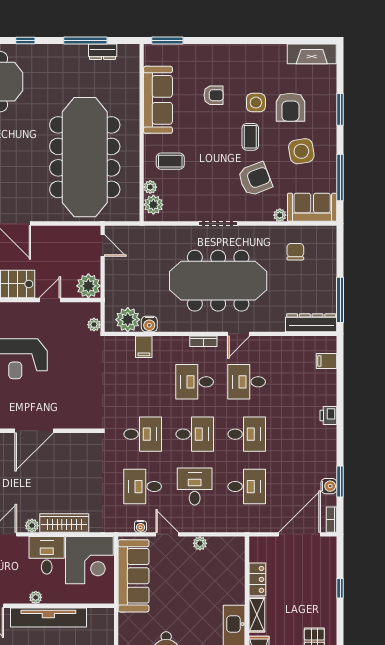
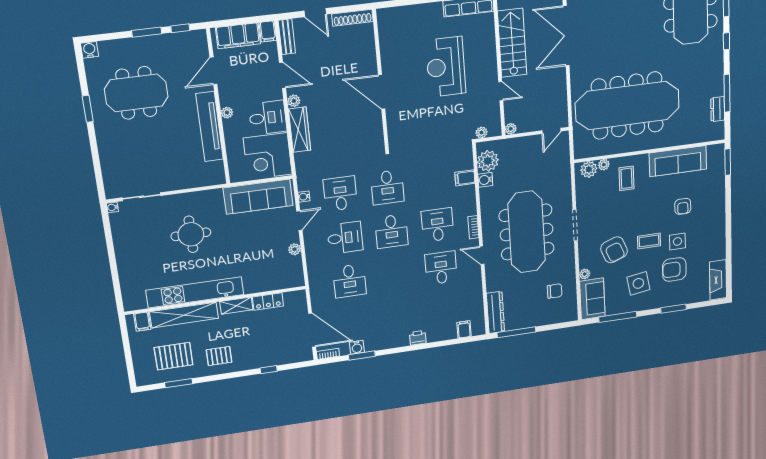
plant: (88, 286) -> (511, 129), width x0.53, depth x0.53
desk: (247, 434) -> (395, 274), removed

